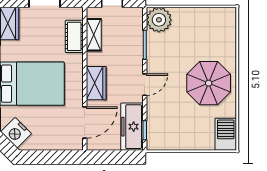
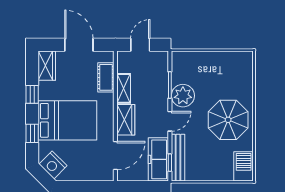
plant: (159, 20) -> (183, 96), moved
shelving: (94, 35) -> (124, 88), moved
bench: (154, 125) -> (178, 158), added

